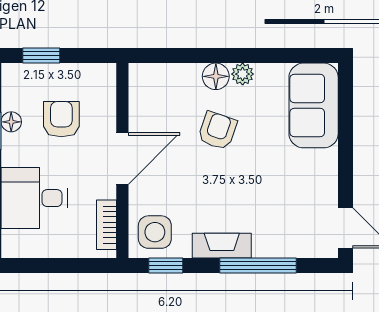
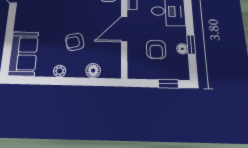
floor lamp: (216, 76) -> (93, 71), moved
armchair: (217, 131) -> (75, 42), turned 57

